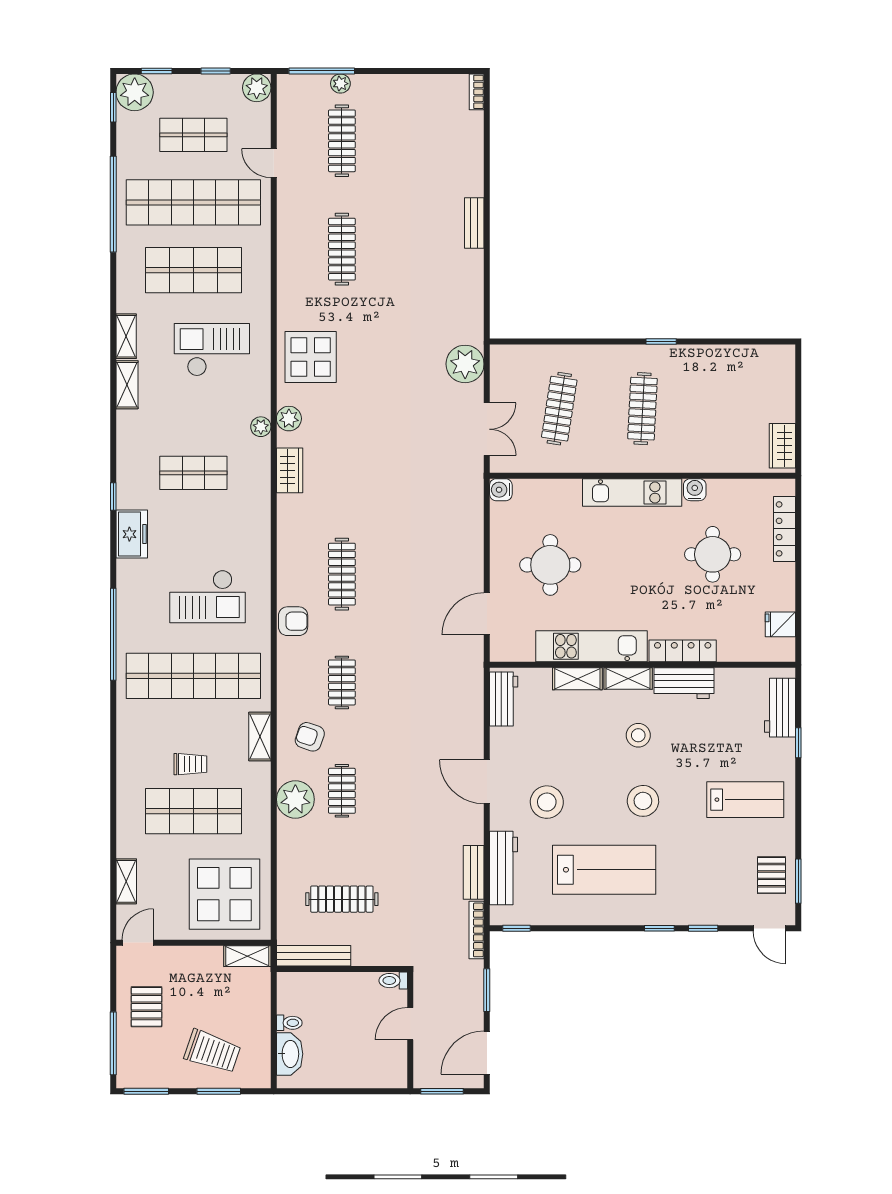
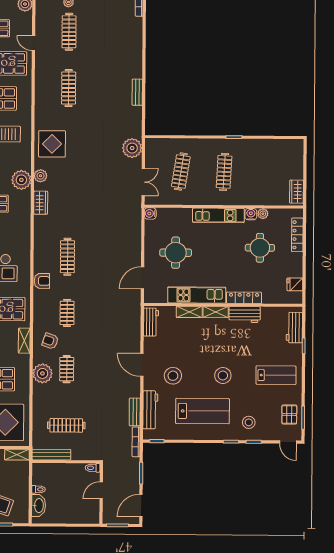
bench: (474, 223) -> (137, 92), moved
plant: (261, 427) -> (21, 180), width x1.88, depth x1.88
plant: (718, 489) -> (263, 214), added
stool: (638, 735) -> (249, 422), moved

